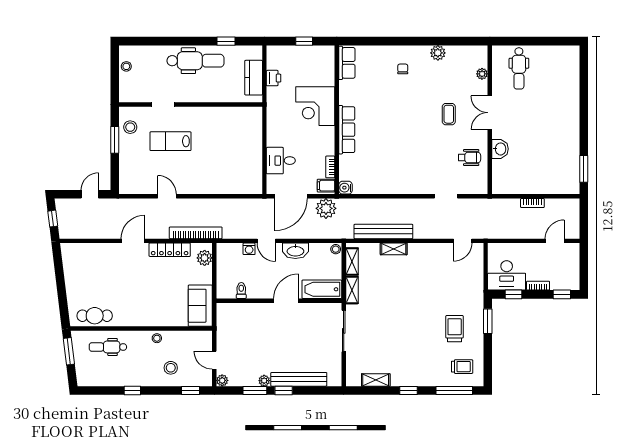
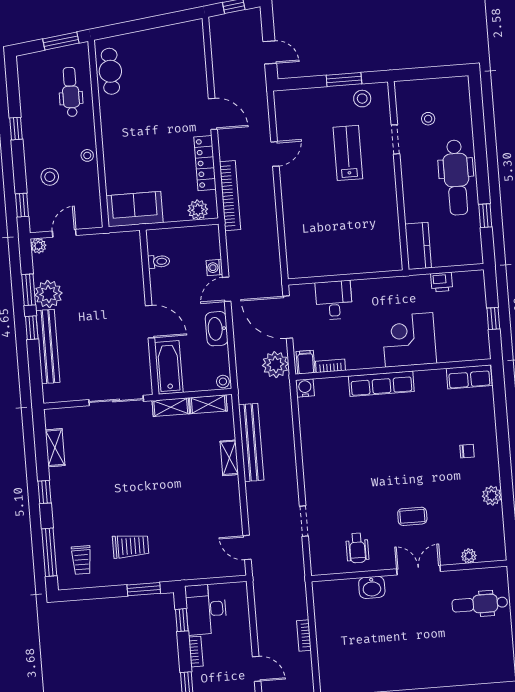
stool: (126, 66) -> (428, 119), moved
kitchen counter: (254, 78) -> (418, 246), moved, turned 90
plant: (264, 381) -> (48, 294), width x1.88, depth x1.88

